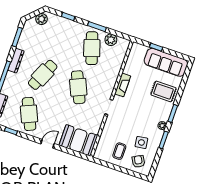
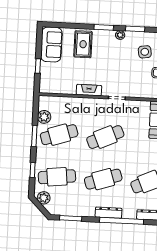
cafe table: (56, 36) -> (57, 177), added
dresser: (16, 61) -> (109, 213), moved
sofa: (166, 62) -> (51, 44), width x0.73
cafe table: (43, 75) -> (103, 179), turned -42

